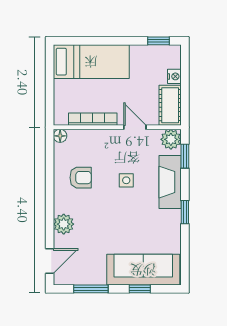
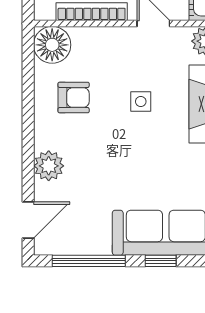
floor lamp: (60, 136) -> (52, 45), width x1.89, depth x1.89
window: (91, 289) -> (89, 261), width x1.44

